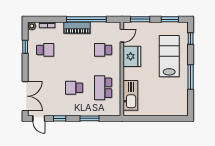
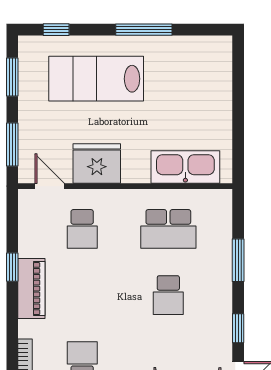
window: (86, 19) -> (12, 267), width x0.32

